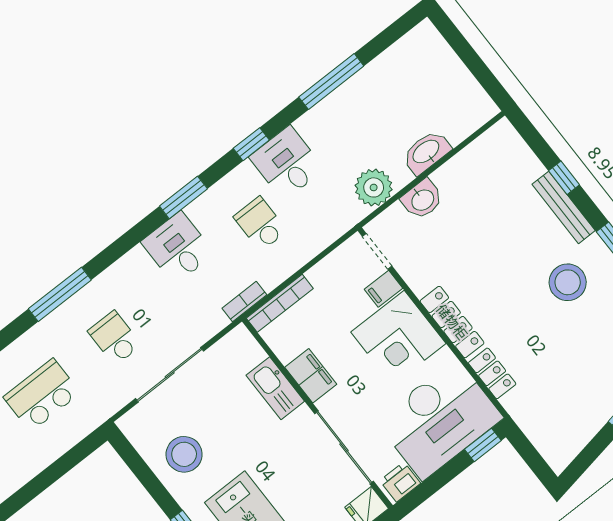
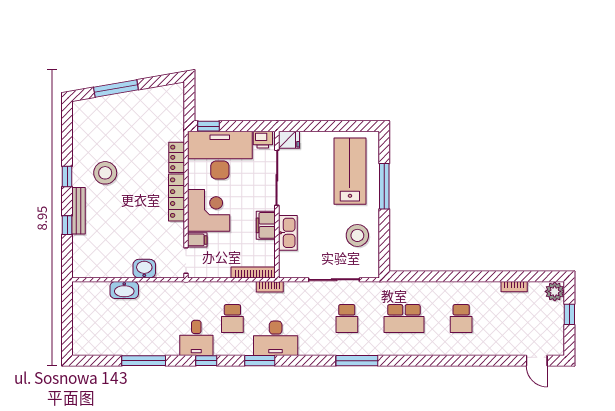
plant: (374, 187) -> (163, 293), removed
desk: (178, 248) -> (276, 338), width x1.37

